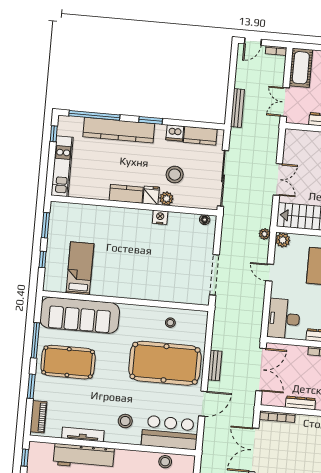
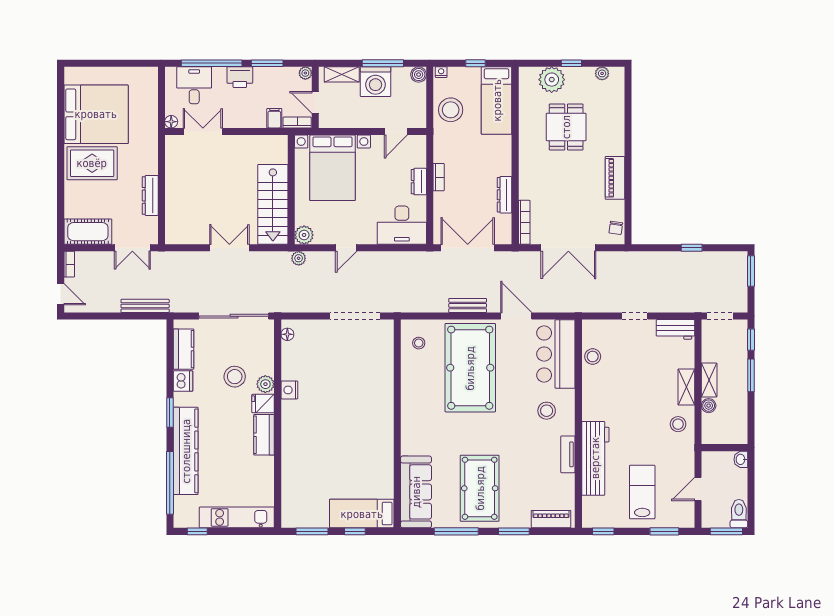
bed: (80, 268) -> (362, 514), moved
sofa: (80, 315) -> (416, 492), width x0.74, depth x0.79
stool: (170, 323) -> (419, 343), moved
tv unit: (83, 434) -> (568, 454), width x0.71

